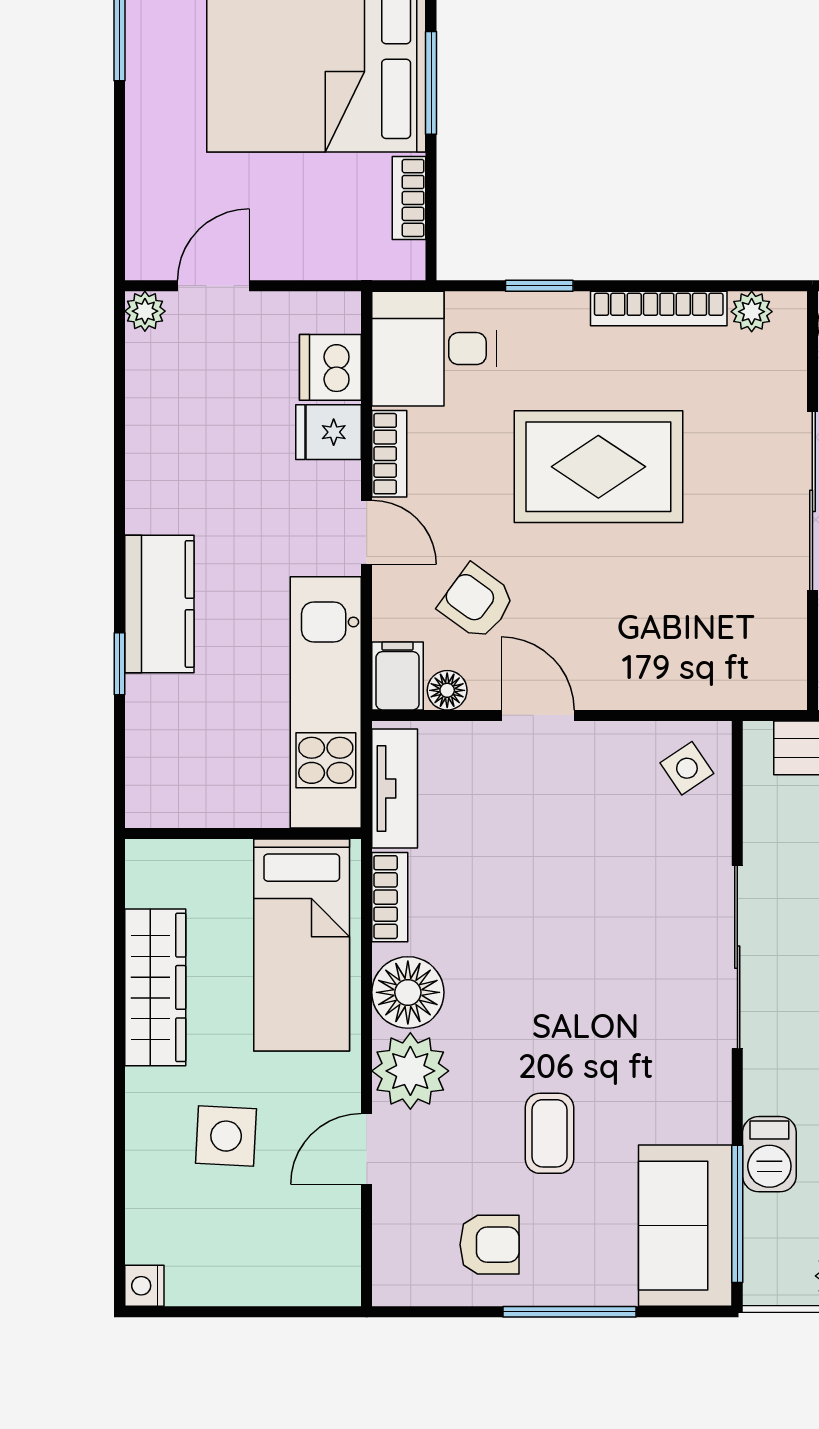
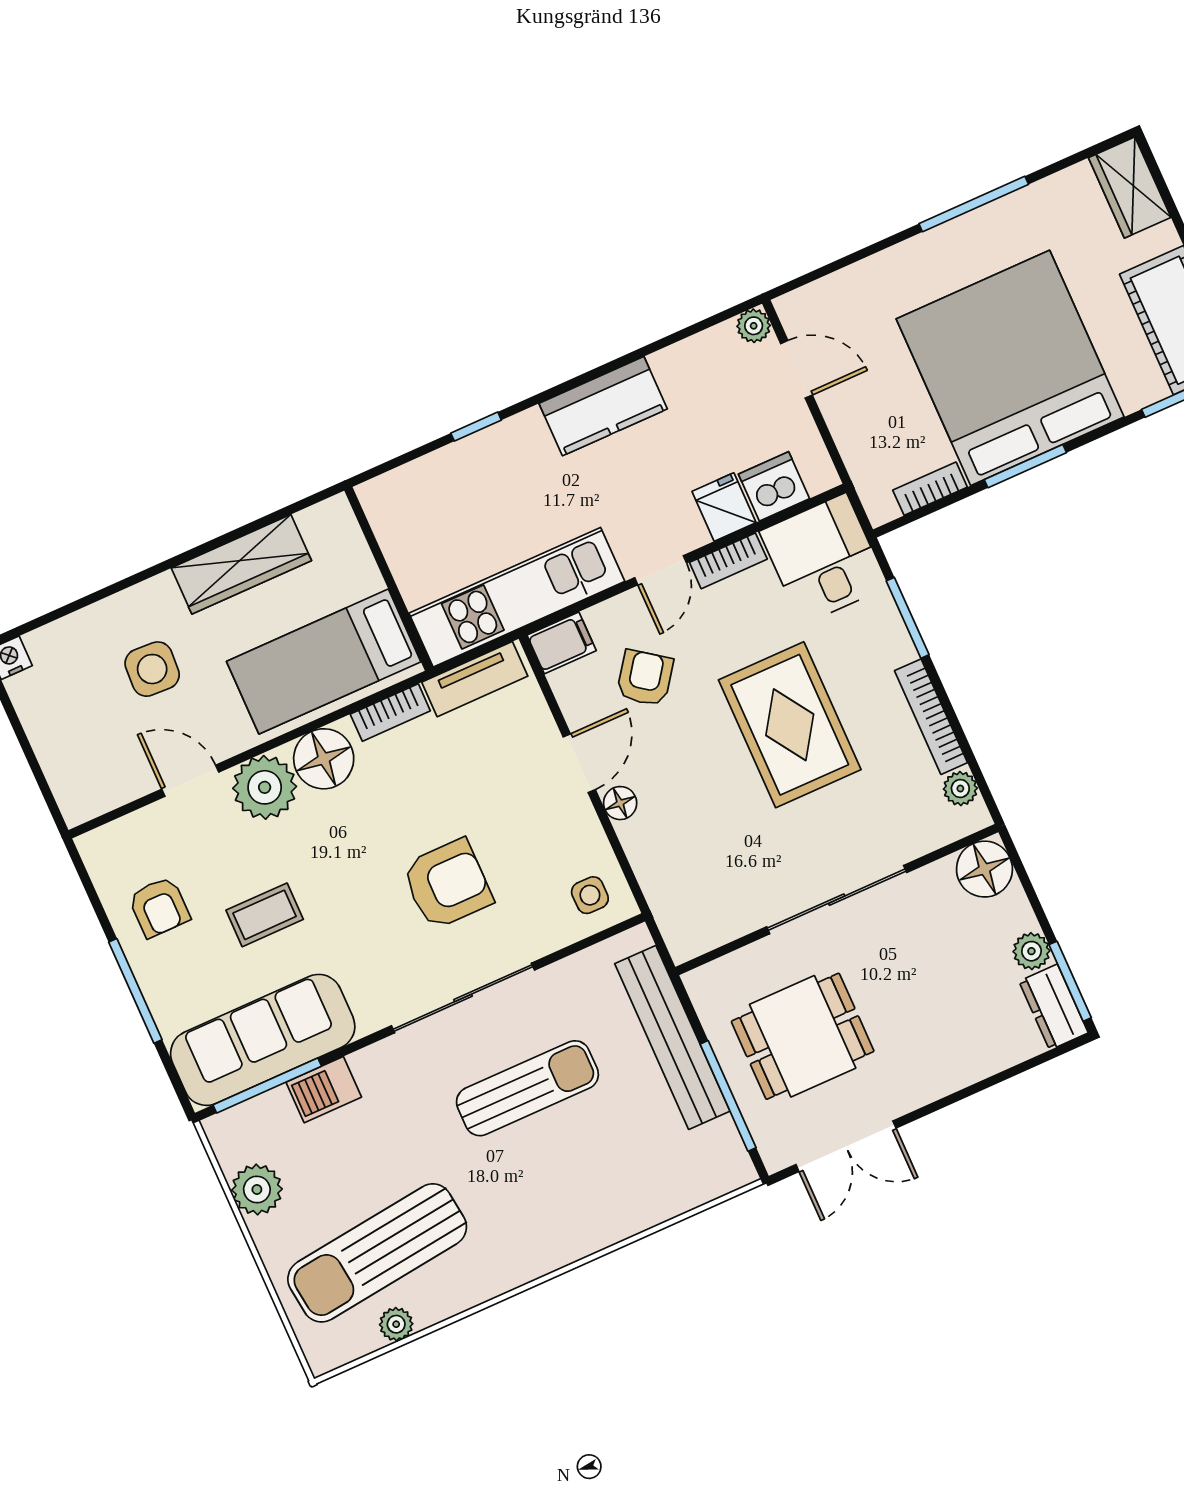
window: (539, 286) -> (908, 618), width x1.50
kitchen counter: (159, 604) -> (603, 406), moved
floor lamp: (447, 690) -> (620, 803), moved
side table: (687, 768) -> (590, 895), turned 34
armchair: (605, 919) -> (447, 884), added
sofa: (685, 1226) -> (263, 1040), width x1.36

